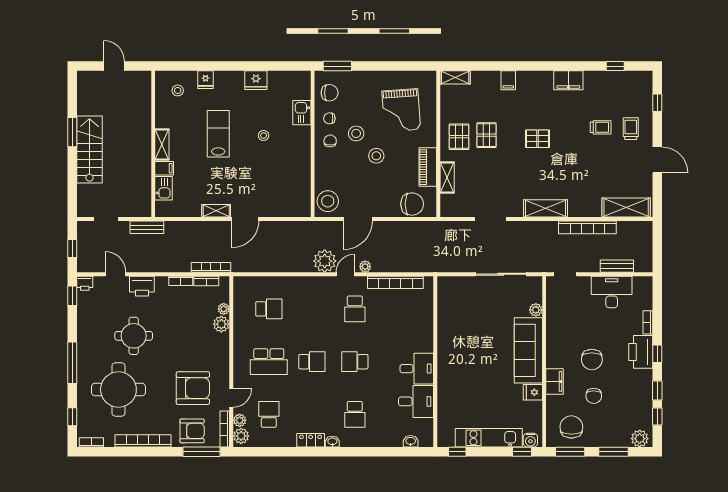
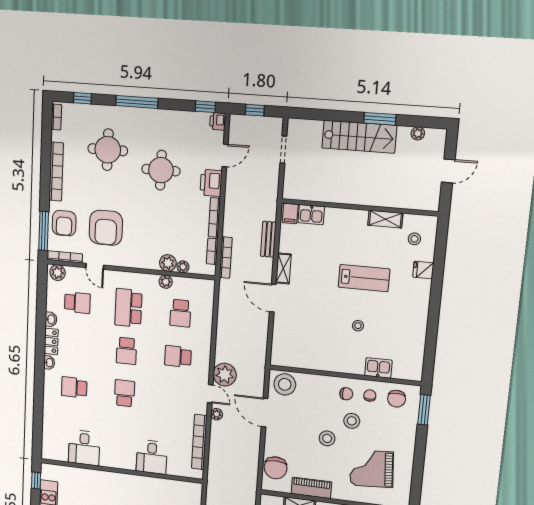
fridge: (256, 80) -> (417, 324), removed
plant: (83, 97) -> (418, 133), added
shelving: (162, 145) -> (385, 219), moved
filing cabinet: (164, 168) -> (290, 213), moved
bench: (147, 227) -> (268, 239), moved
bookcase: (181, 281) -> (214, 217), width x1.56
school desk: (355, 309) -> (178, 356), moved
desk: (417, 369) -> (152, 457), moved
round table: (118, 390) -> (108, 150), width x0.73, depth x0.73
plant: (240, 420) -> (166, 282), moved
washbasin: (411, 441) -> (51, 319), moved

